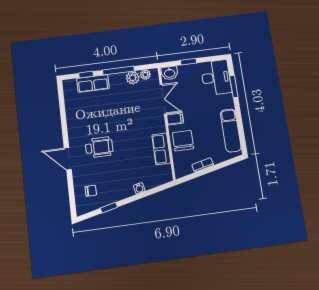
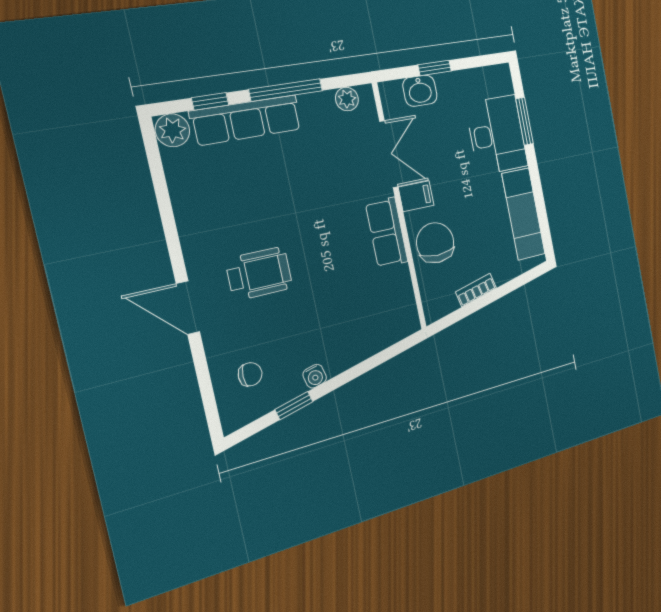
washbasin: (169, 73) -> (420, 91), moved
plant: (133, 78) -> (172, 130), moved
desk: (216, 78) -> (497, 135), moved
row of seats: (93, 83) -> (247, 120), width x1.48
row of seats: (161, 149) -> (387, 232), moved
water cooler: (139, 188) -> (315, 376), moved

